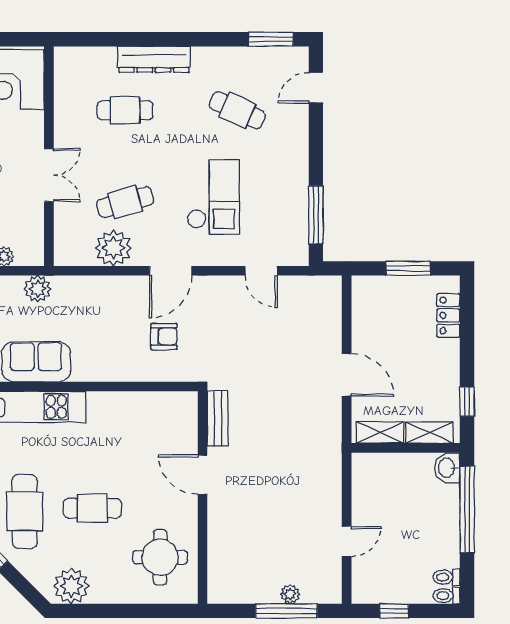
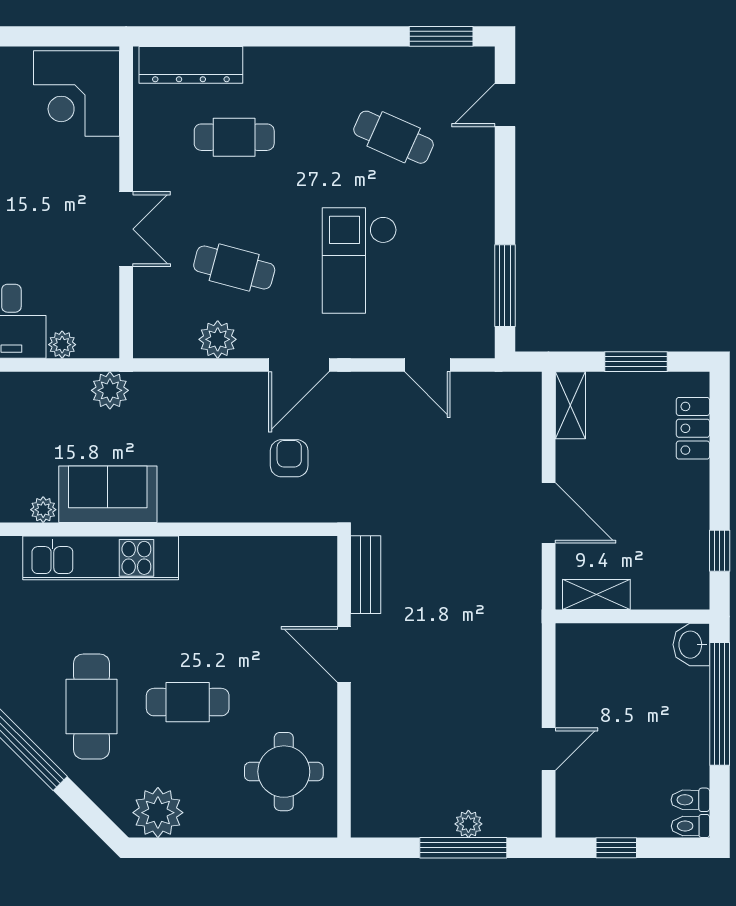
dresser: (154, 59) -> (191, 65), moved
checkout: (213, 197) -> (359, 261), turned 180
cafe table: (125, 202) -> (234, 268), turned 30
plant: (113, 248) -> (218, 339), width x0.73, depth x0.73
armchair: (164, 336) -> (289, 458), turned -90
shelving: (430, 433) -> (570, 405), moved, turned 90

